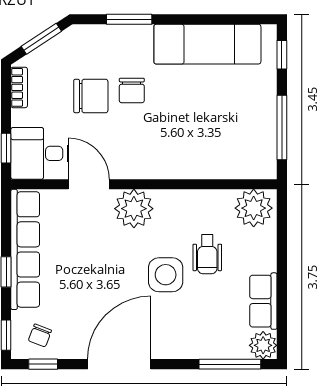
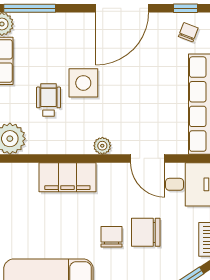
filing cabinet: (185, 162) -> (67, 177), added
plant: (134, 209) -> (102, 146), width x0.53, depth x0.53

